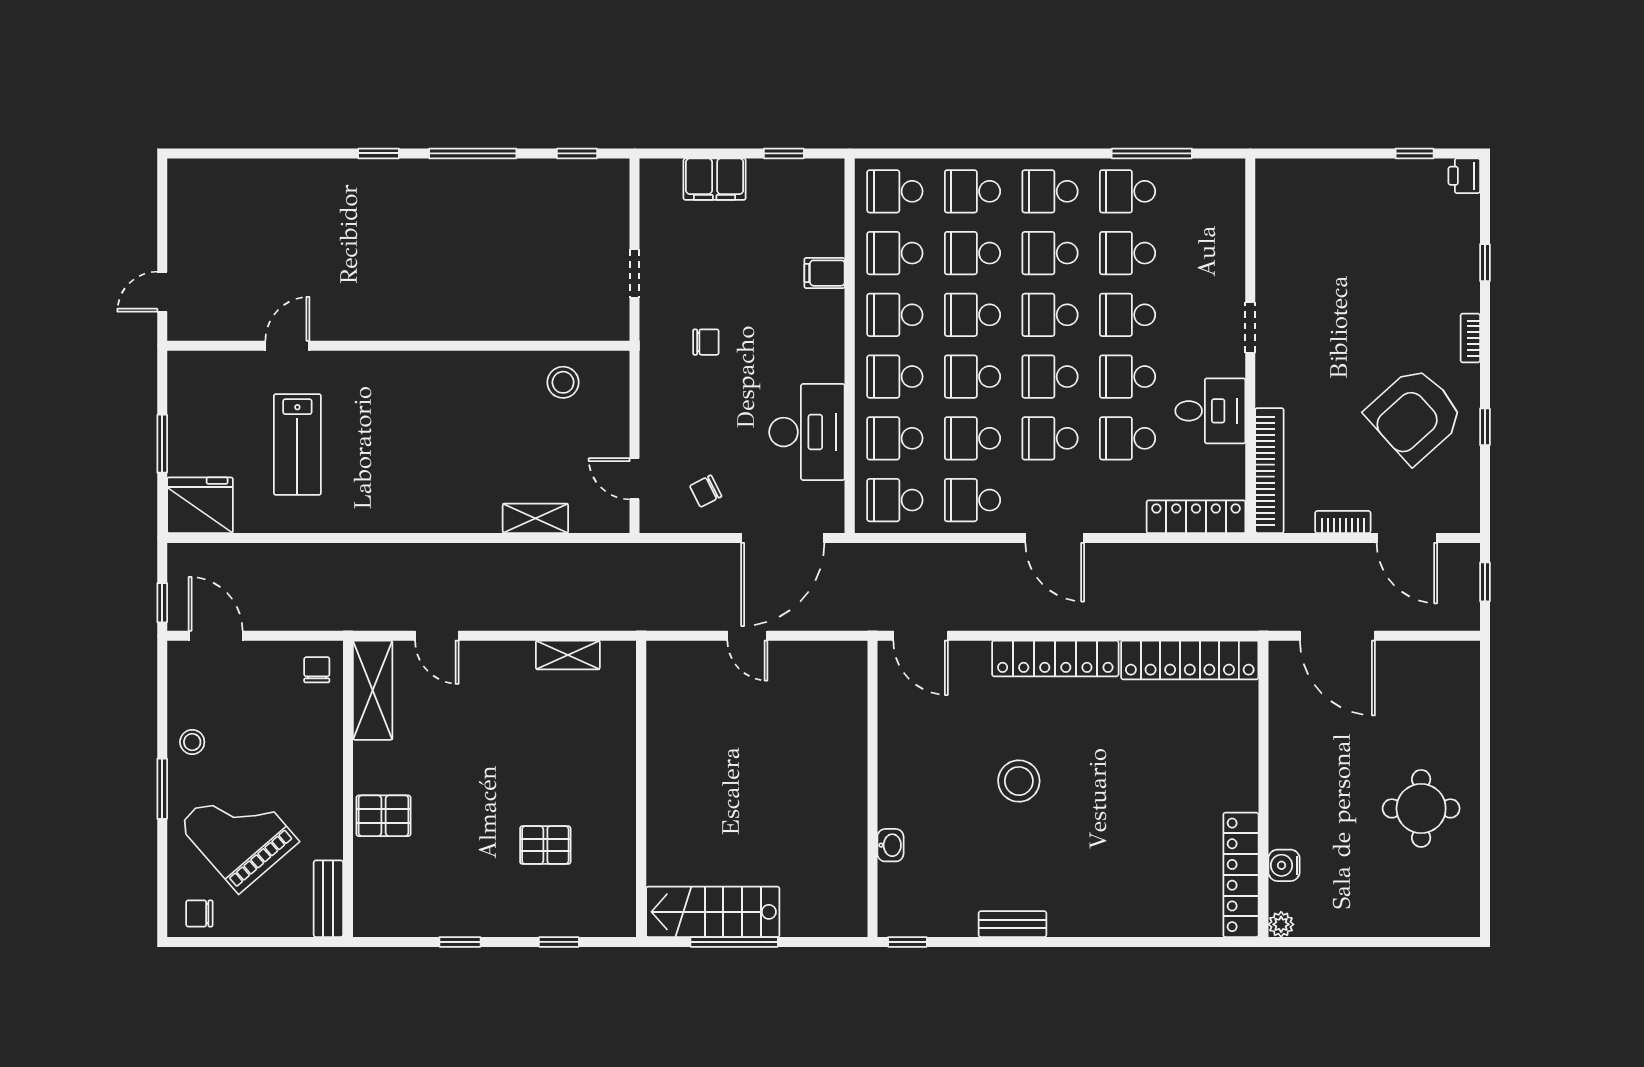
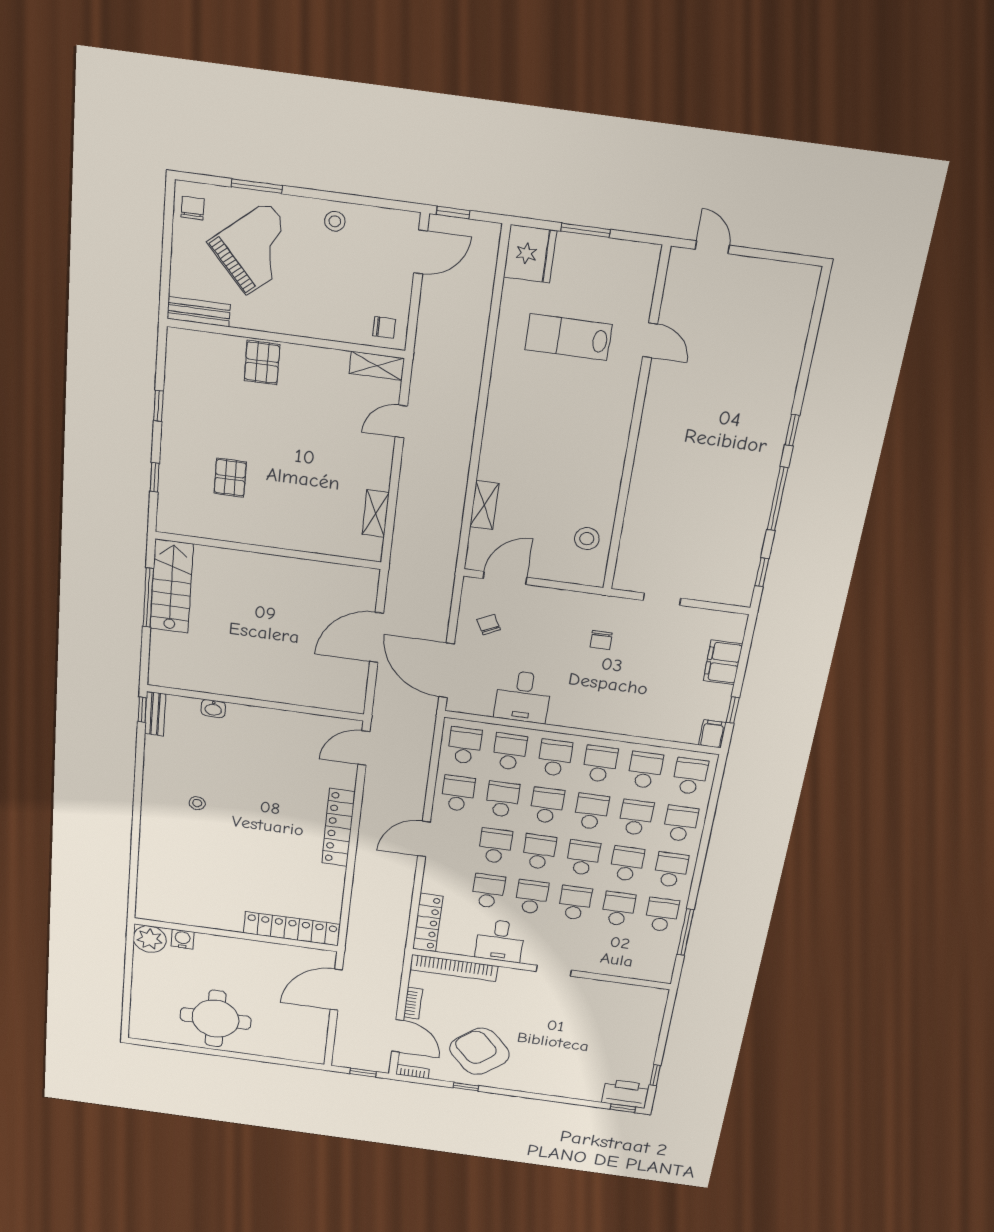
printer: (1464, 176) -> (625, 1094), width x1.87, depth x1.48
window: (1485, 263) -> (623, 1108), moved
filing cabinet: (825, 273) -> (712, 734), moved
bookcase: (1470, 338) -> (413, 1072), moved
desk: (807, 432) -> (523, 697), width x0.73
door: (635, 479) -> (505, 578), width x1.38
door: (1407, 538) -> (398, 1036), swing flipped
door: (747, 636) -> (377, 638), width x1.88
locker: (1190, 660) -> (292, 929), moved, turned 90
shelving: (373, 690) -> (377, 366), width x0.67, depth x0.75
stool: (1019, 781) -> (197, 803), moved, width x0.53, depth x0.53
window: (162, 789) -> (257, 186), moved
round table: (1421, 808) -> (216, 1019), width x1.36, depth x1.36
locker: (1241, 875) -> (178, 914), removed
bench: (1012, 924) -> (155, 714), moved
plant: (1281, 924) -> (150, 939), width x1.88, depth x1.88

